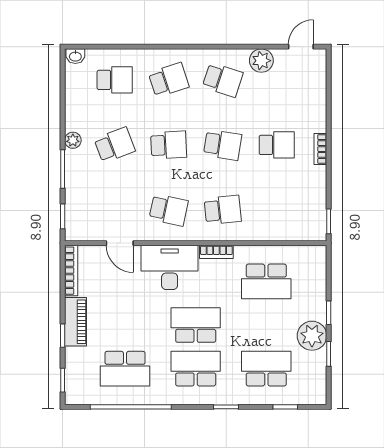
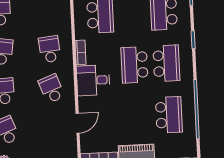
school desk: (169, 210) -> (52, 89), turned -33
desk: (170, 267) -> (93, 80), width x0.73
school desk: (196, 369) -> (166, 63), turned 180

